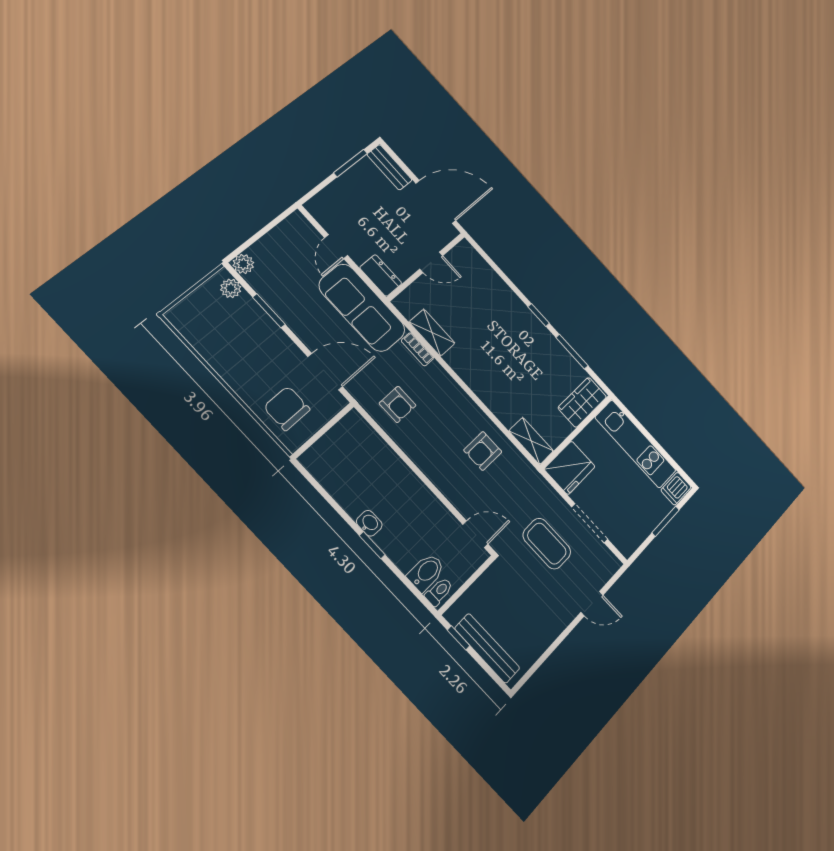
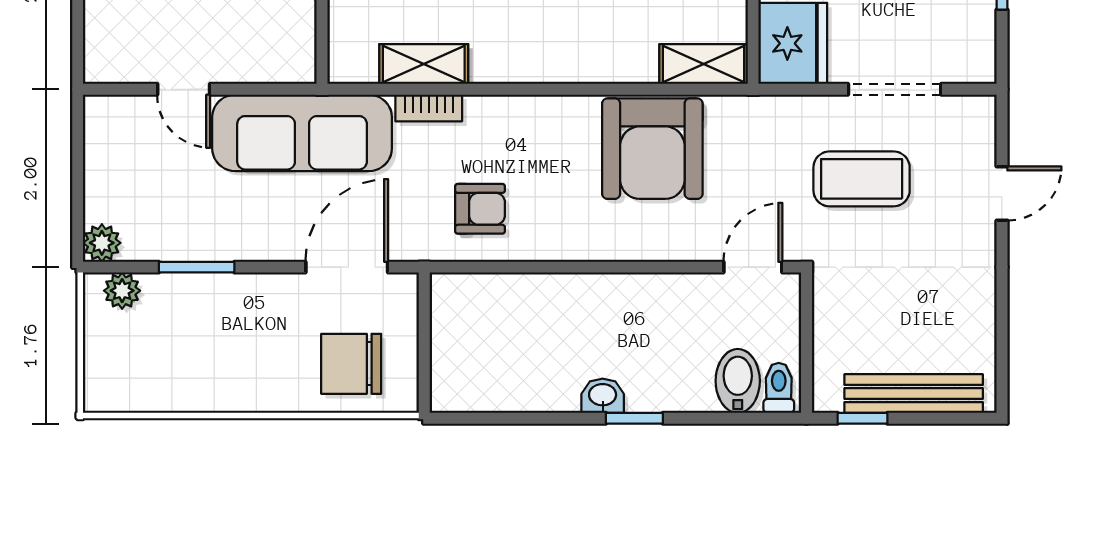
dresser: (381, 276) -> (279, 63), removed
armchair: (483, 451) -> (652, 149), width x1.88, depth x1.88

